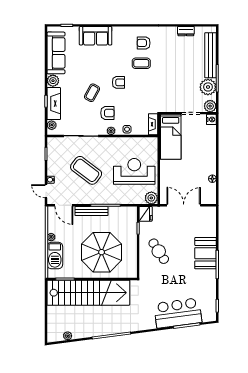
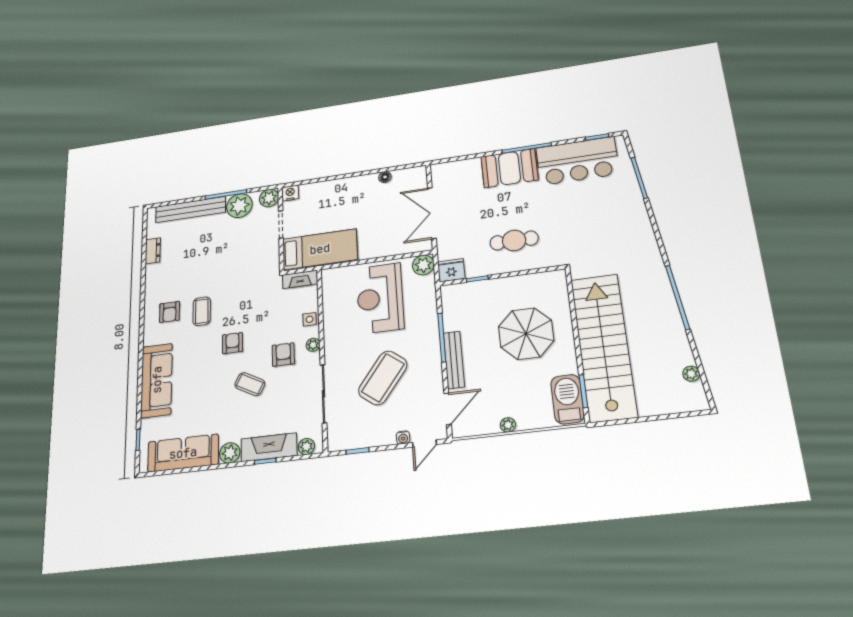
sofa: (96, 36) -> (157, 380), width x1.36
cafe table: (159, 251) -> (514, 240), turned 33
parasol: (102, 252) -> (526, 334), width x0.73, depth x0.73
barbecue: (55, 256) -> (568, 399), moved, turned -90
bar counter: (178, 313) -> (577, 161), moved, turned -83

